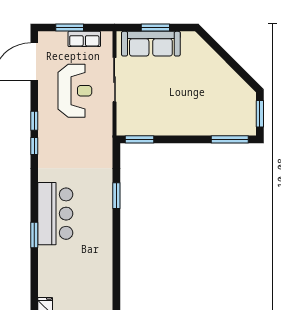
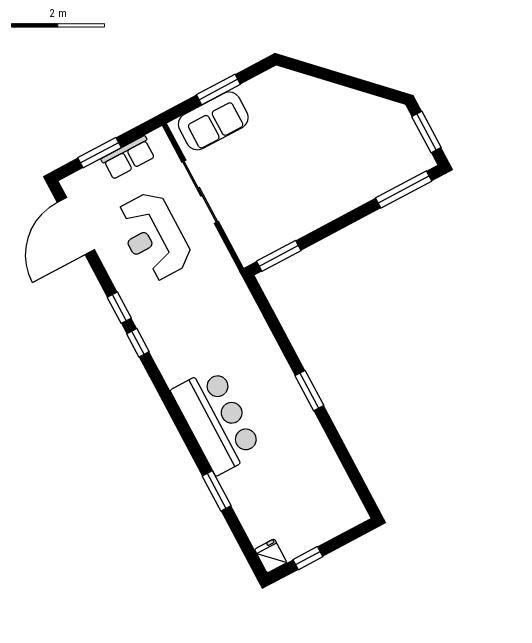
sofa: (151, 44) -> (213, 121), width x0.73
reception desk: (75, 91) -> (153, 236), turned 180
window: (116, 196) -> (309, 391), moved
window: (34, 235) -> (217, 491), moved

